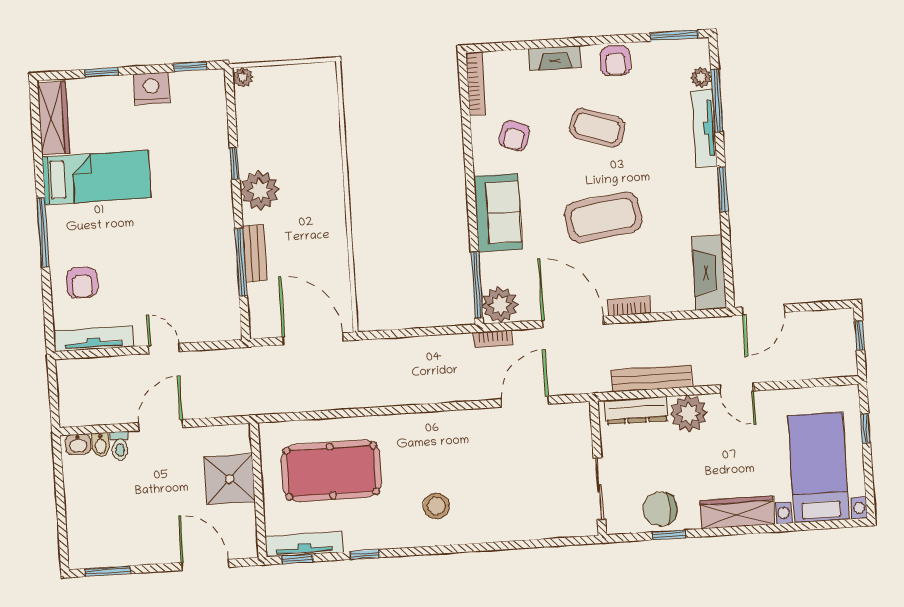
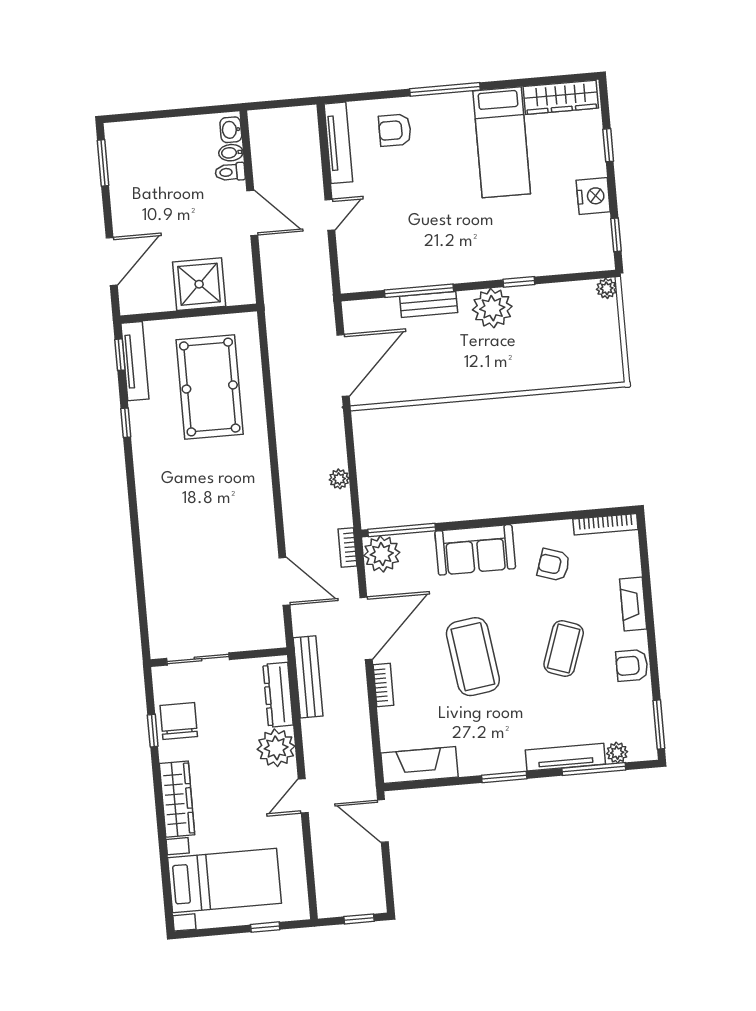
plant: (425, 345) -> (339, 479), added
bench: (651, 378) -> (308, 677), moved
stool: (436, 506) -> (177, 494), removed

